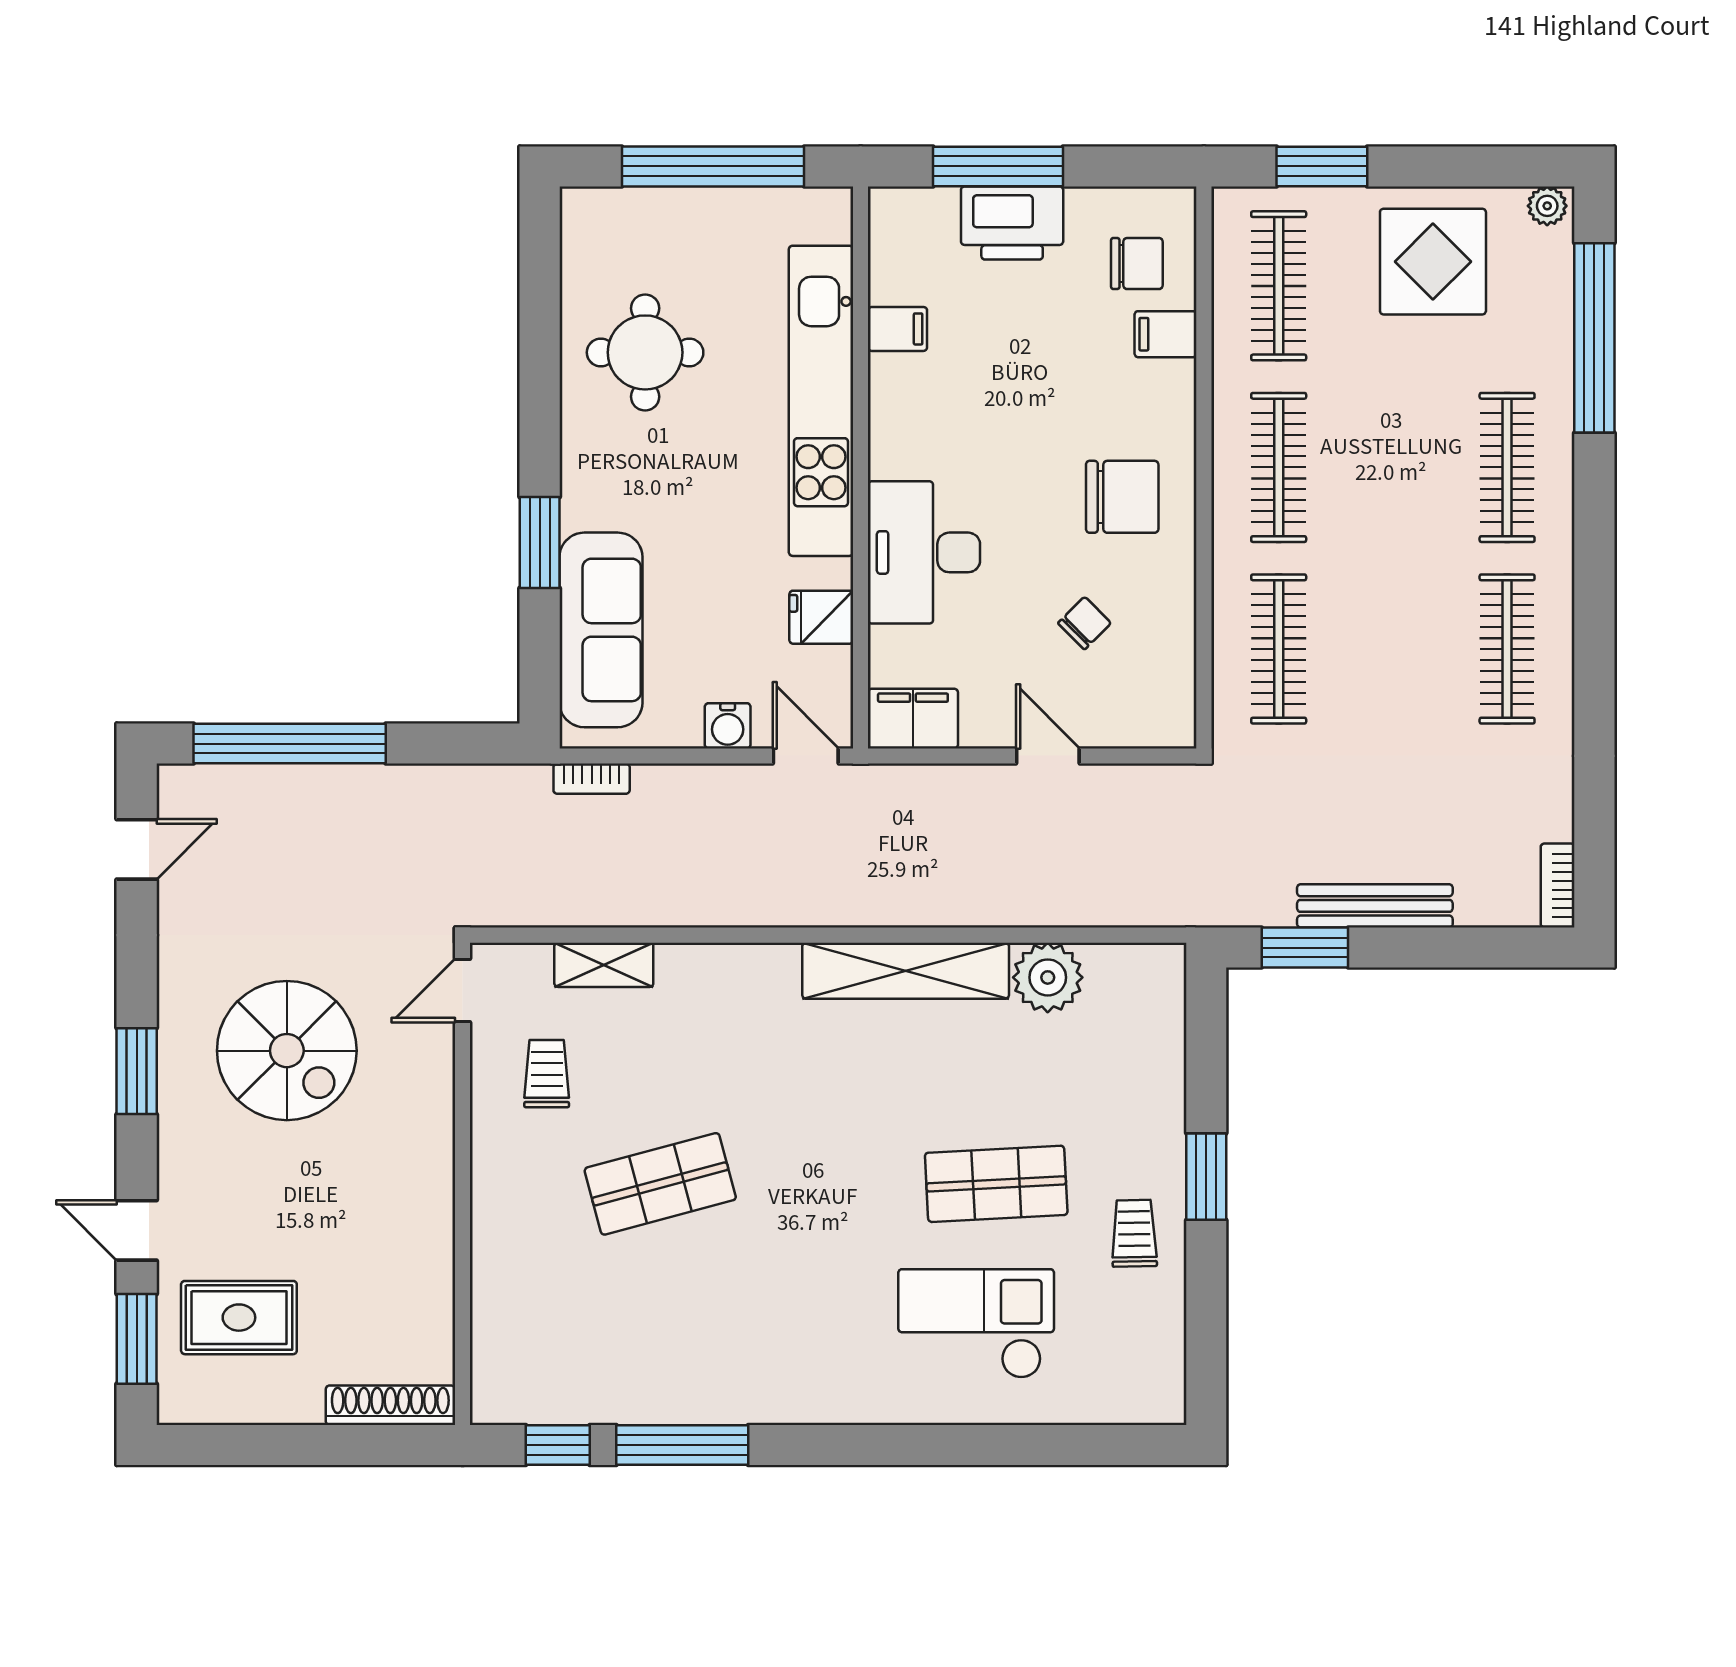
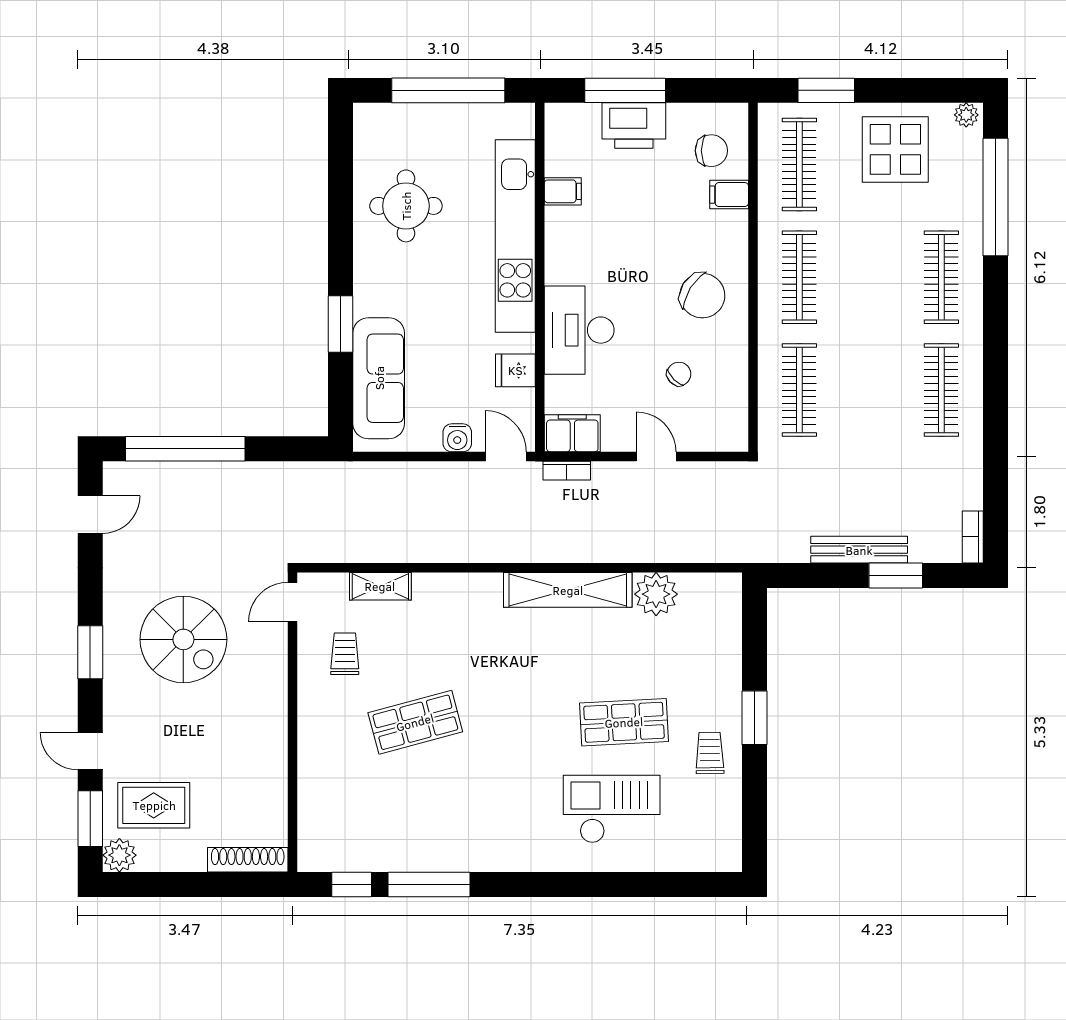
chair: (1122, 497) -> (702, 296), turned 32
bookcase: (592, 779) -> (567, 471), moved
window: (1305, 948) -> (896, 575), moved
plant: (184, 1398) -> (119, 855), added

